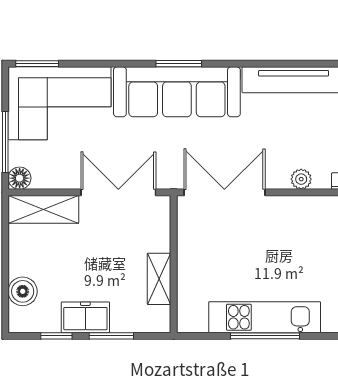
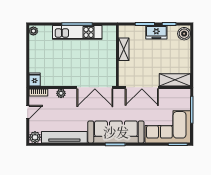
floor lamp: (20, 178) -> (185, 94), removed
boiler: (23, 291) -> (184, 34), moved

